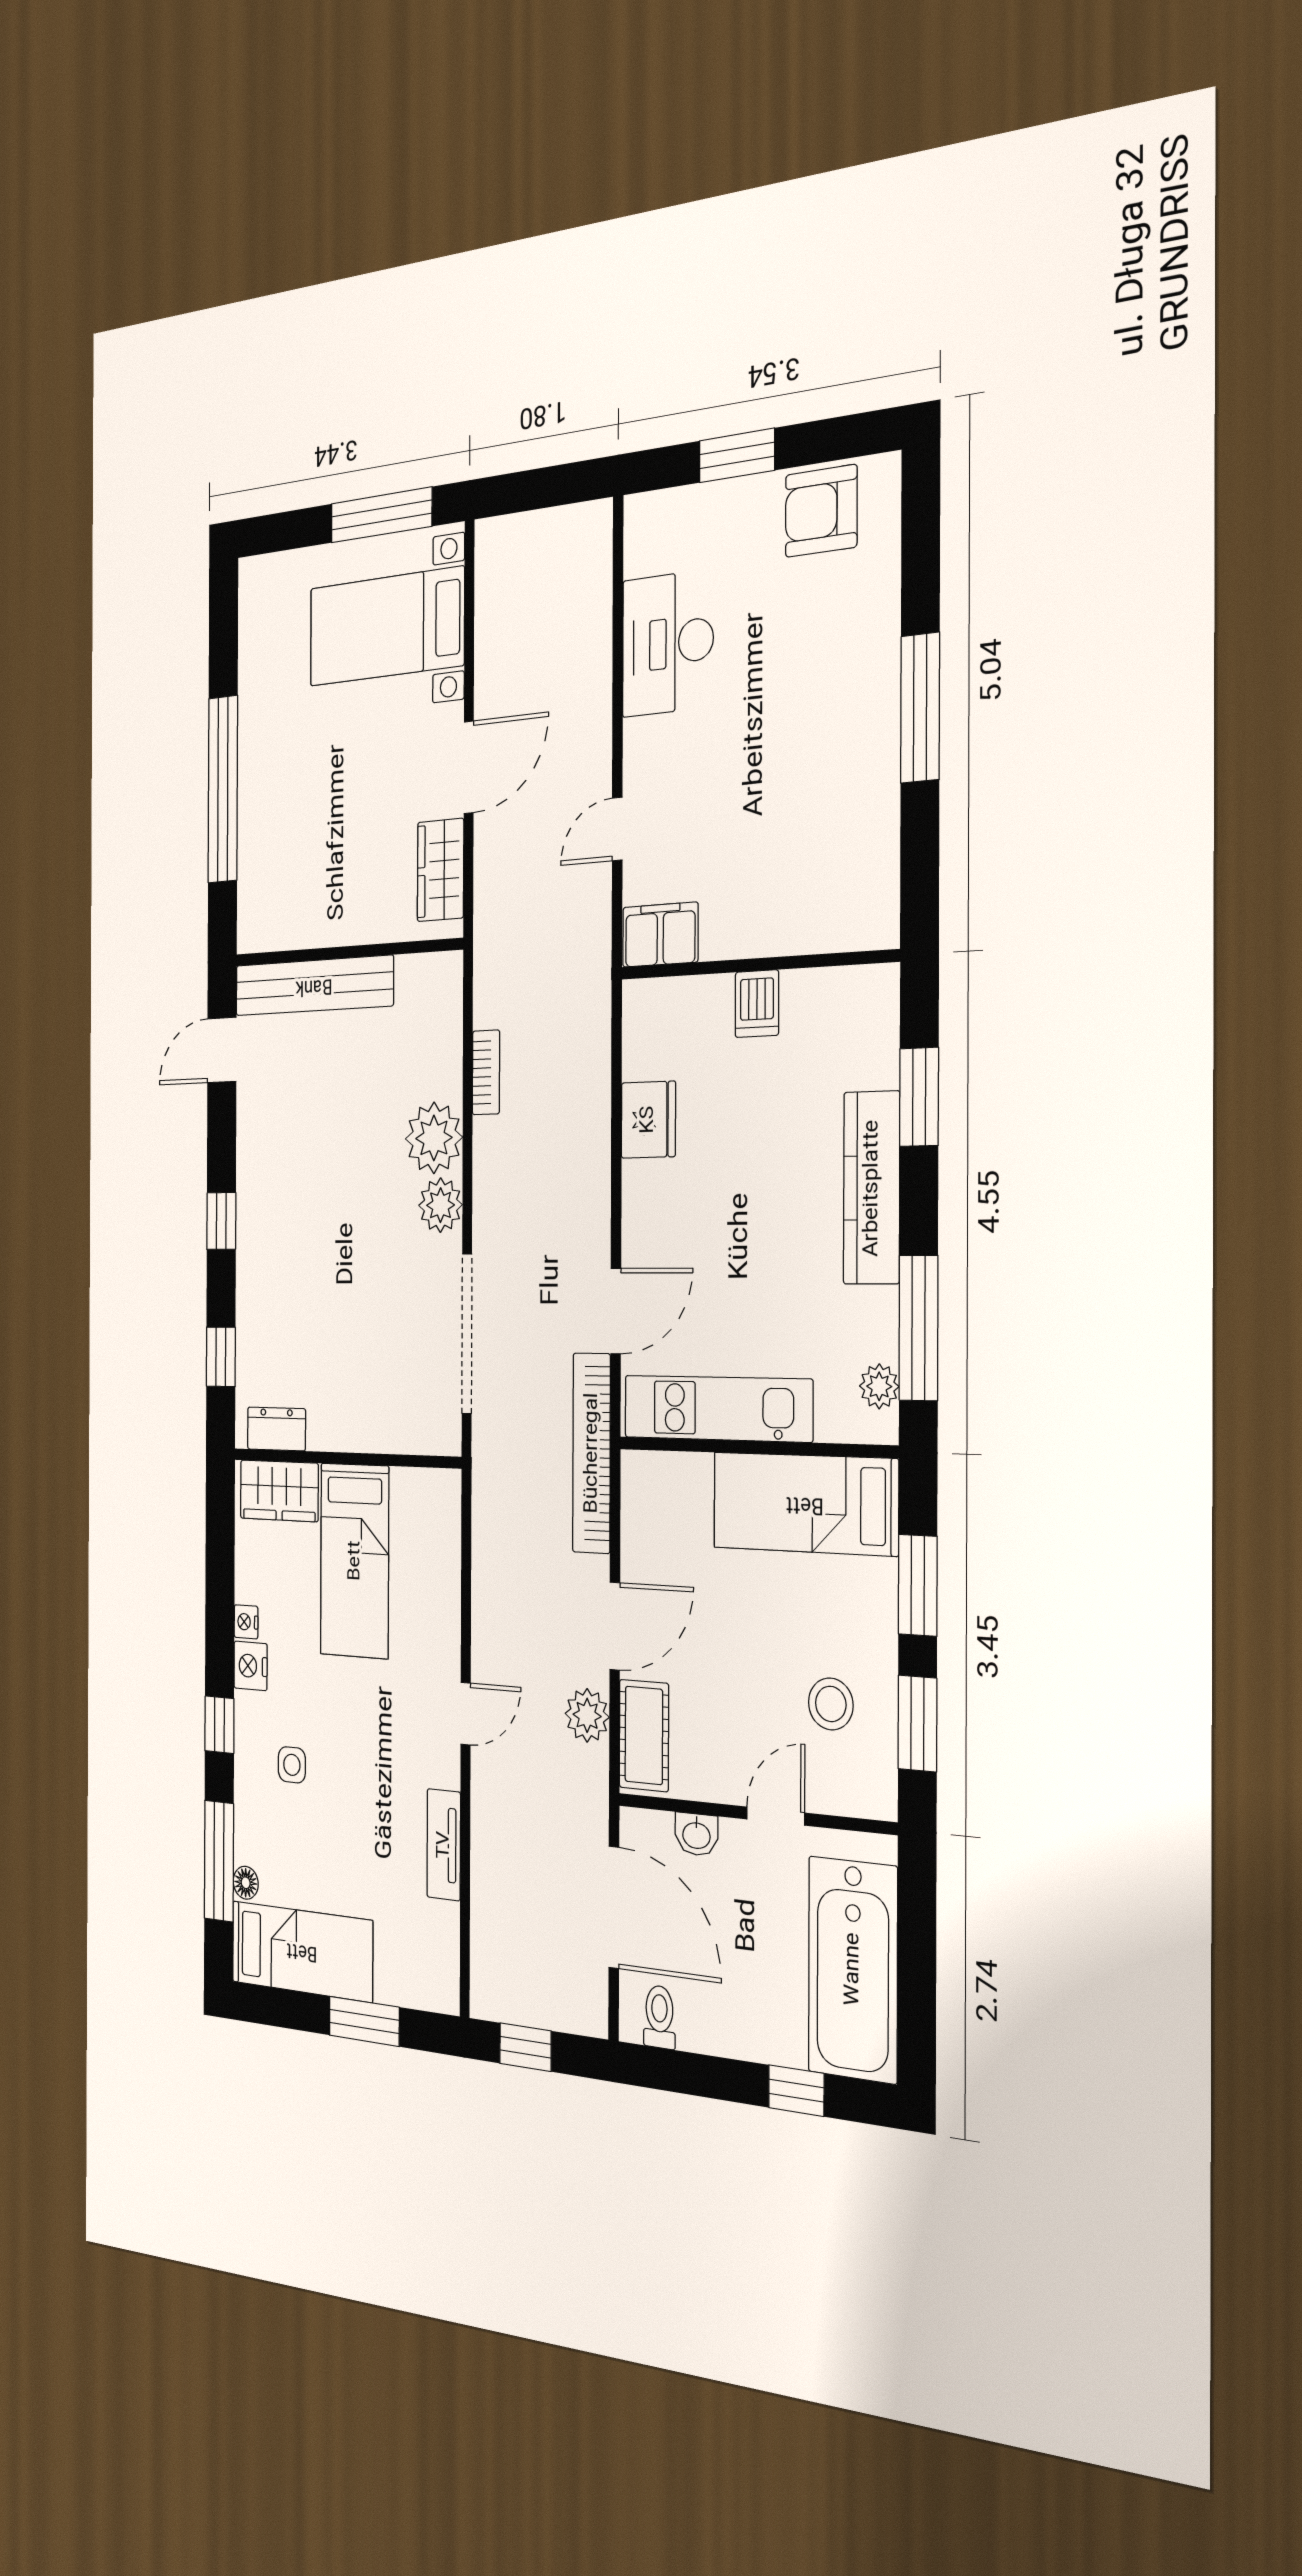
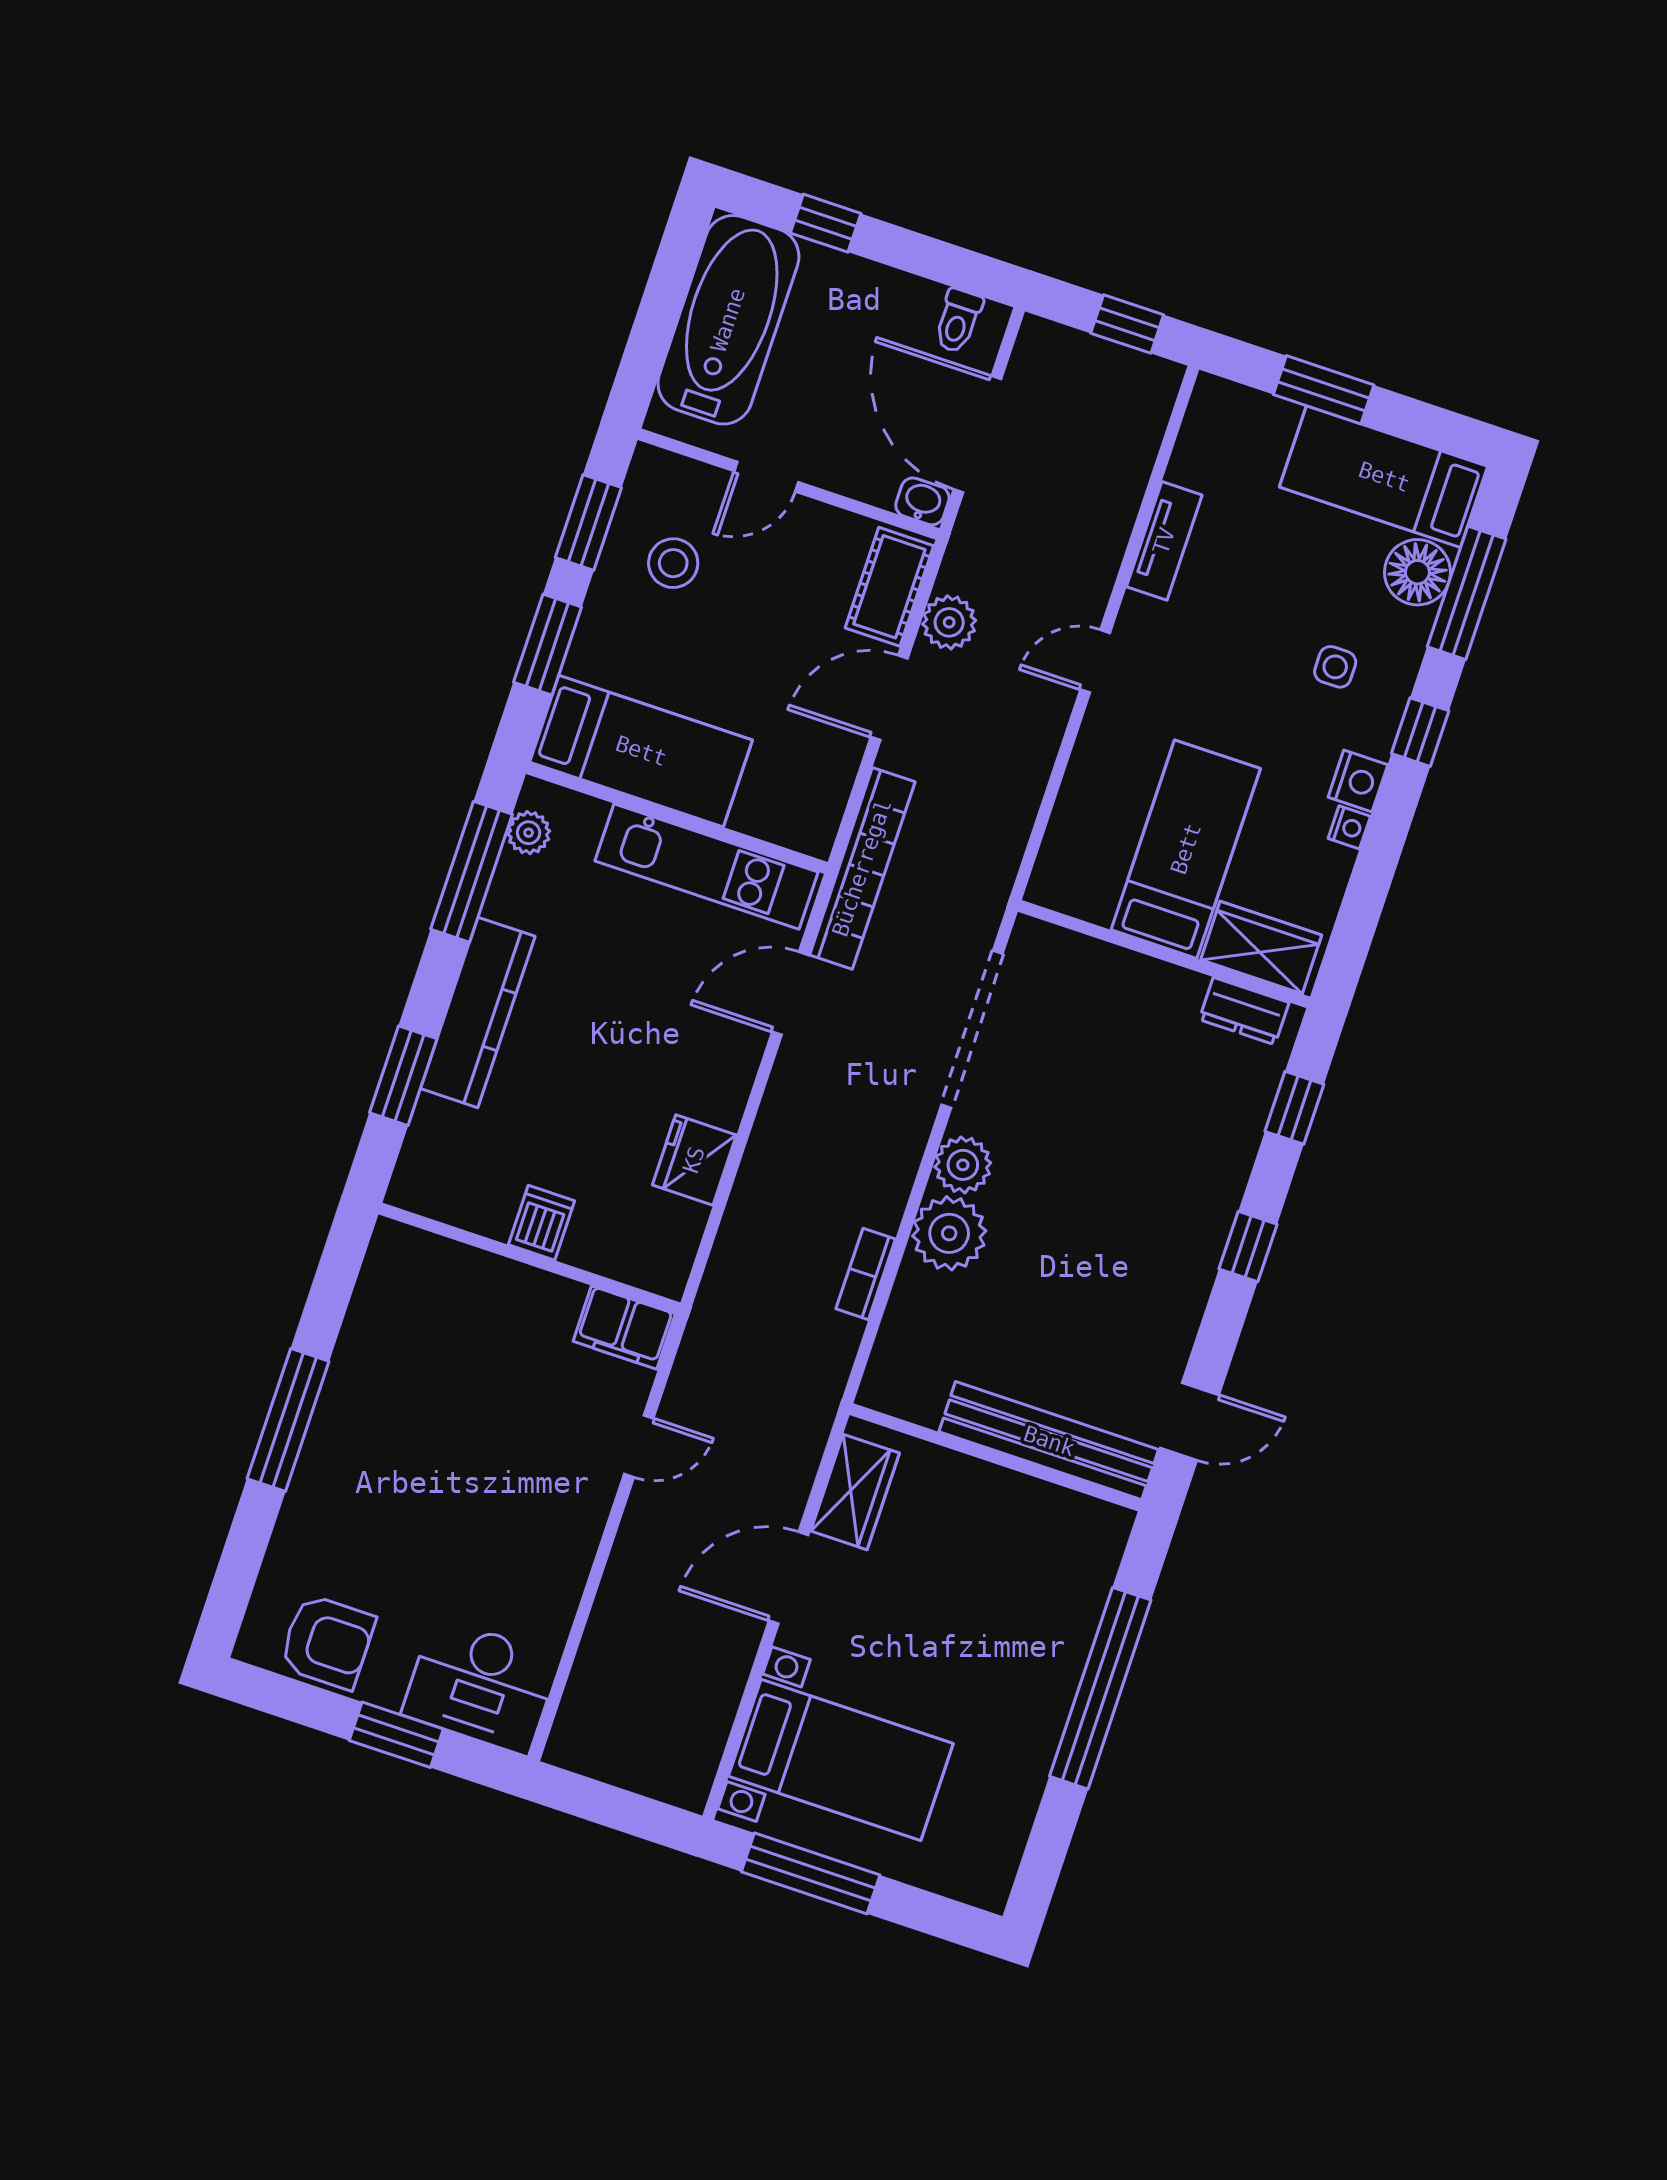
desk: (668, 643) -> (481, 1686), moved, turned 90
washbasin: (696, 1834) -> (922, 501), moved
floor lamp: (246, 1883) -> (1417, 572), width x1.89, depth x1.89

